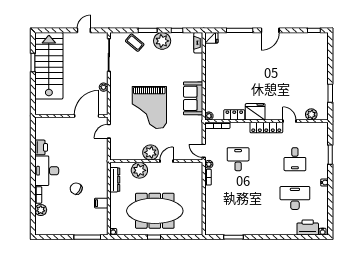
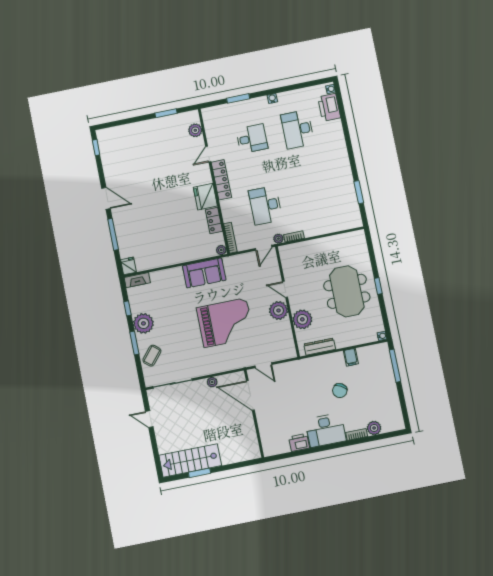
stairs: (49, 66) -> (190, 460), width x0.73, depth x0.66
desk: (238, 159) -> (265, 205), width x1.37
meeting table: (155, 211) -> (347, 291), width x0.73

